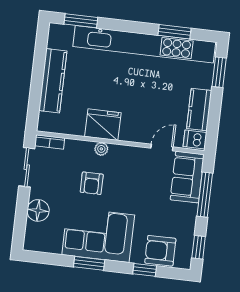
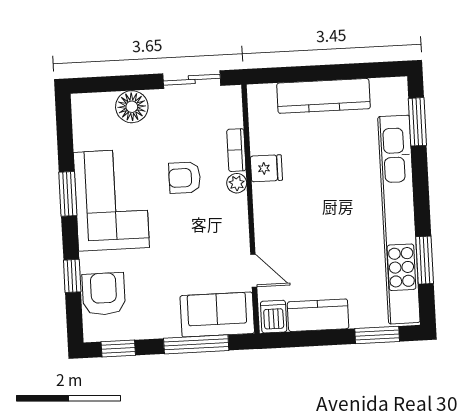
fridge: (103, 125) -> (266, 168), width x0.53, depth x0.75
bookcase: (50, 142) -> (236, 150), moved

